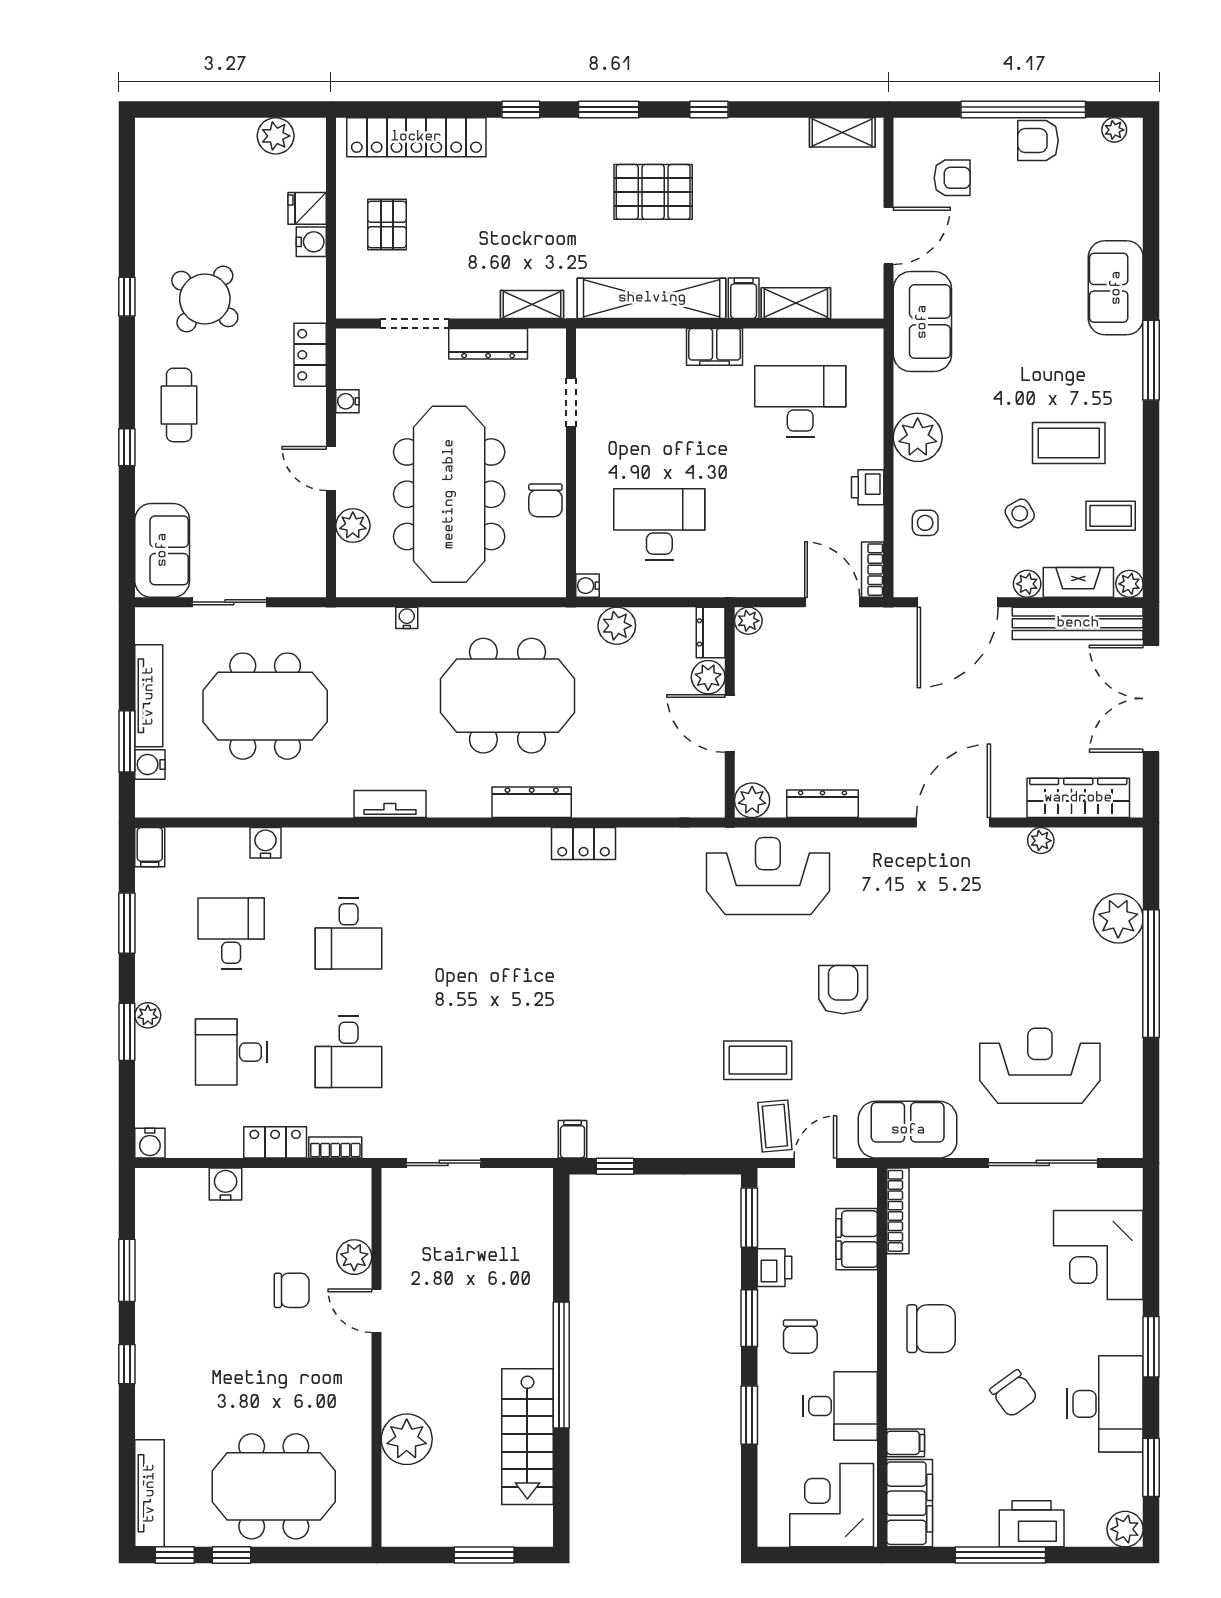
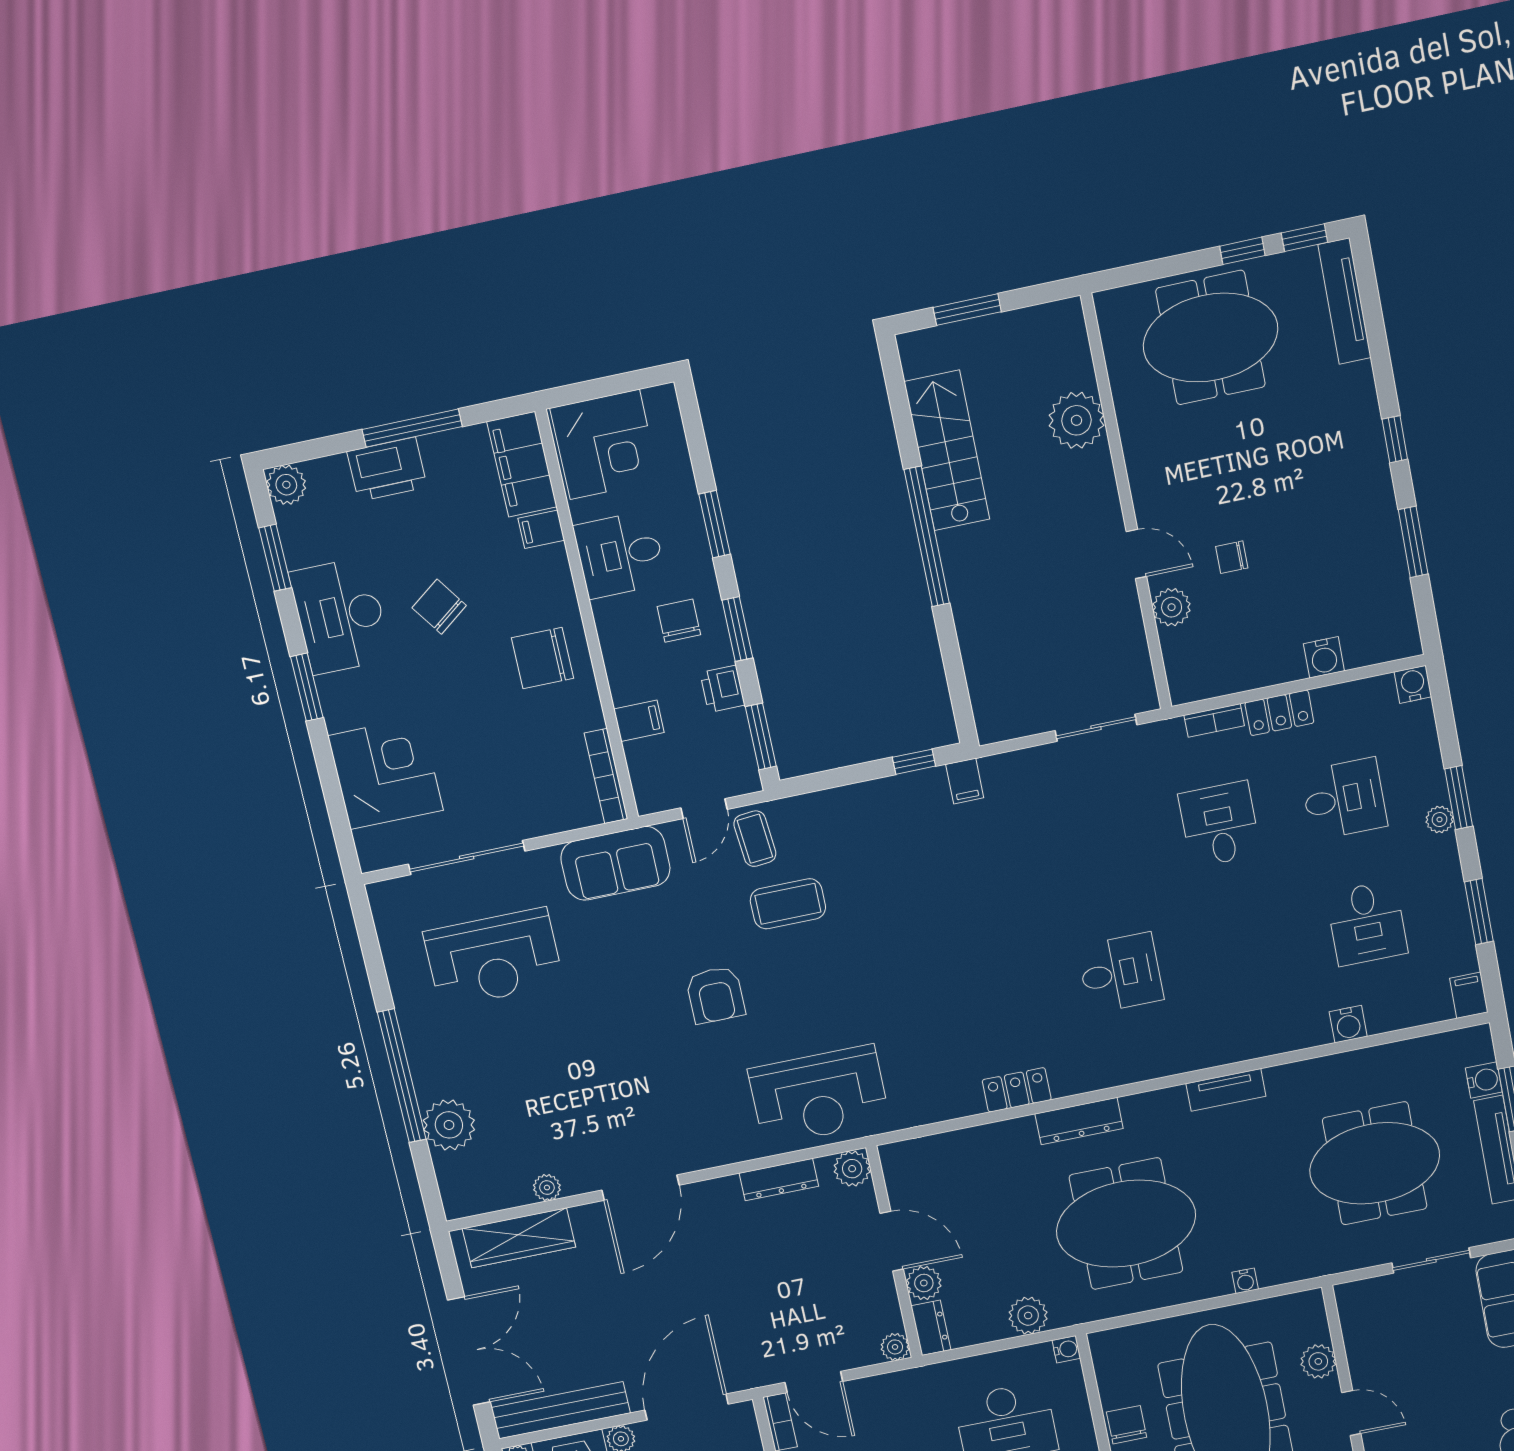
desk: (349, 933) -> (1120, 973), moved, turned 90
filing cabinet: (857, 1239) -> (639, 721), width x0.50
chair: (292, 1290) -> (1232, 557), width x0.73, depth x0.73

